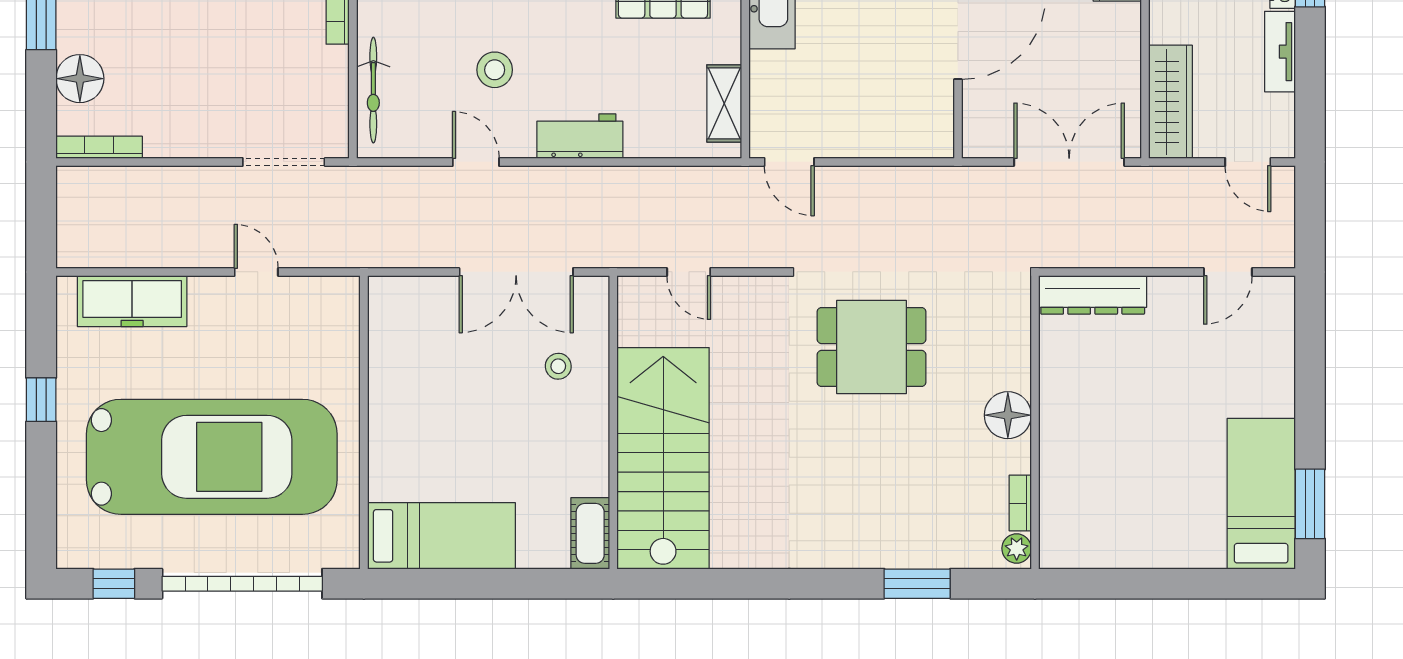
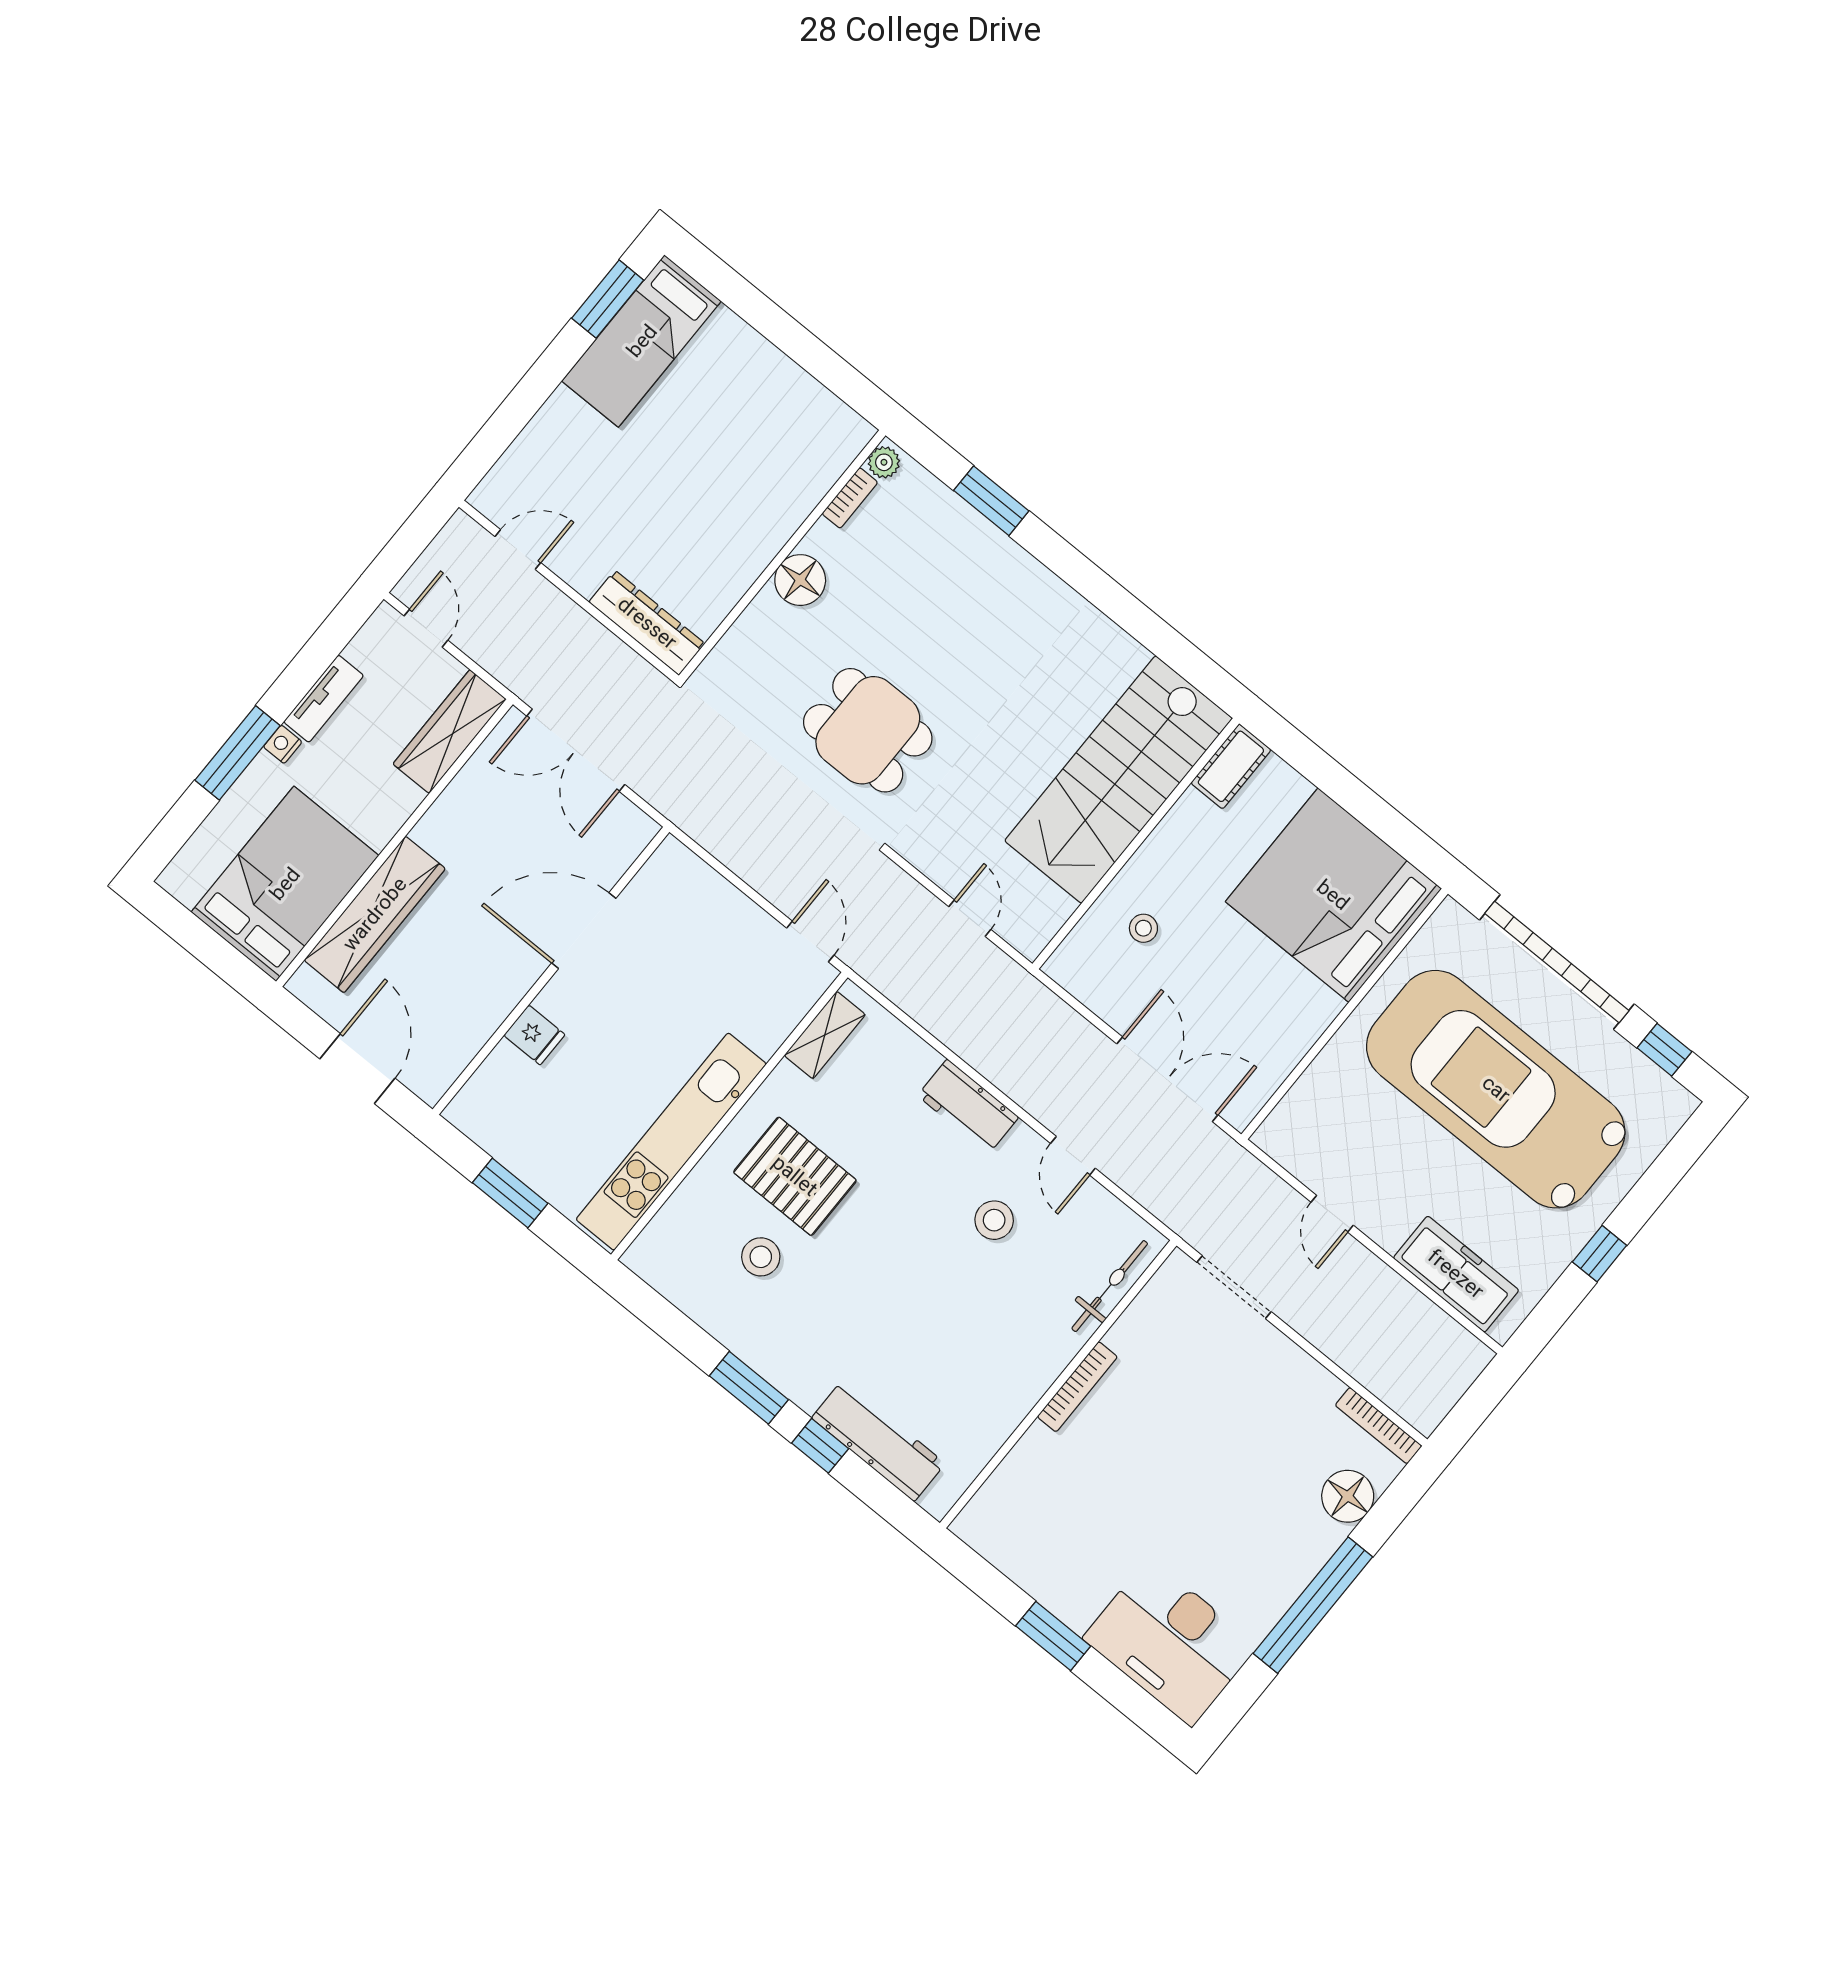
double door: (516, 272) -> (1167, 1079), moved
bed: (441, 536) -> (1333, 895), width x2.04

